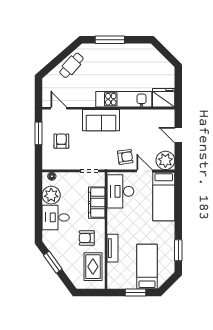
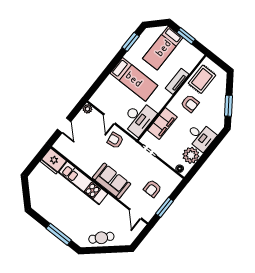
plant: (165, 160) -> (87, 109), width x0.53, depth x0.53
bed: (164, 196) -> (134, 79), moved, turned 90

